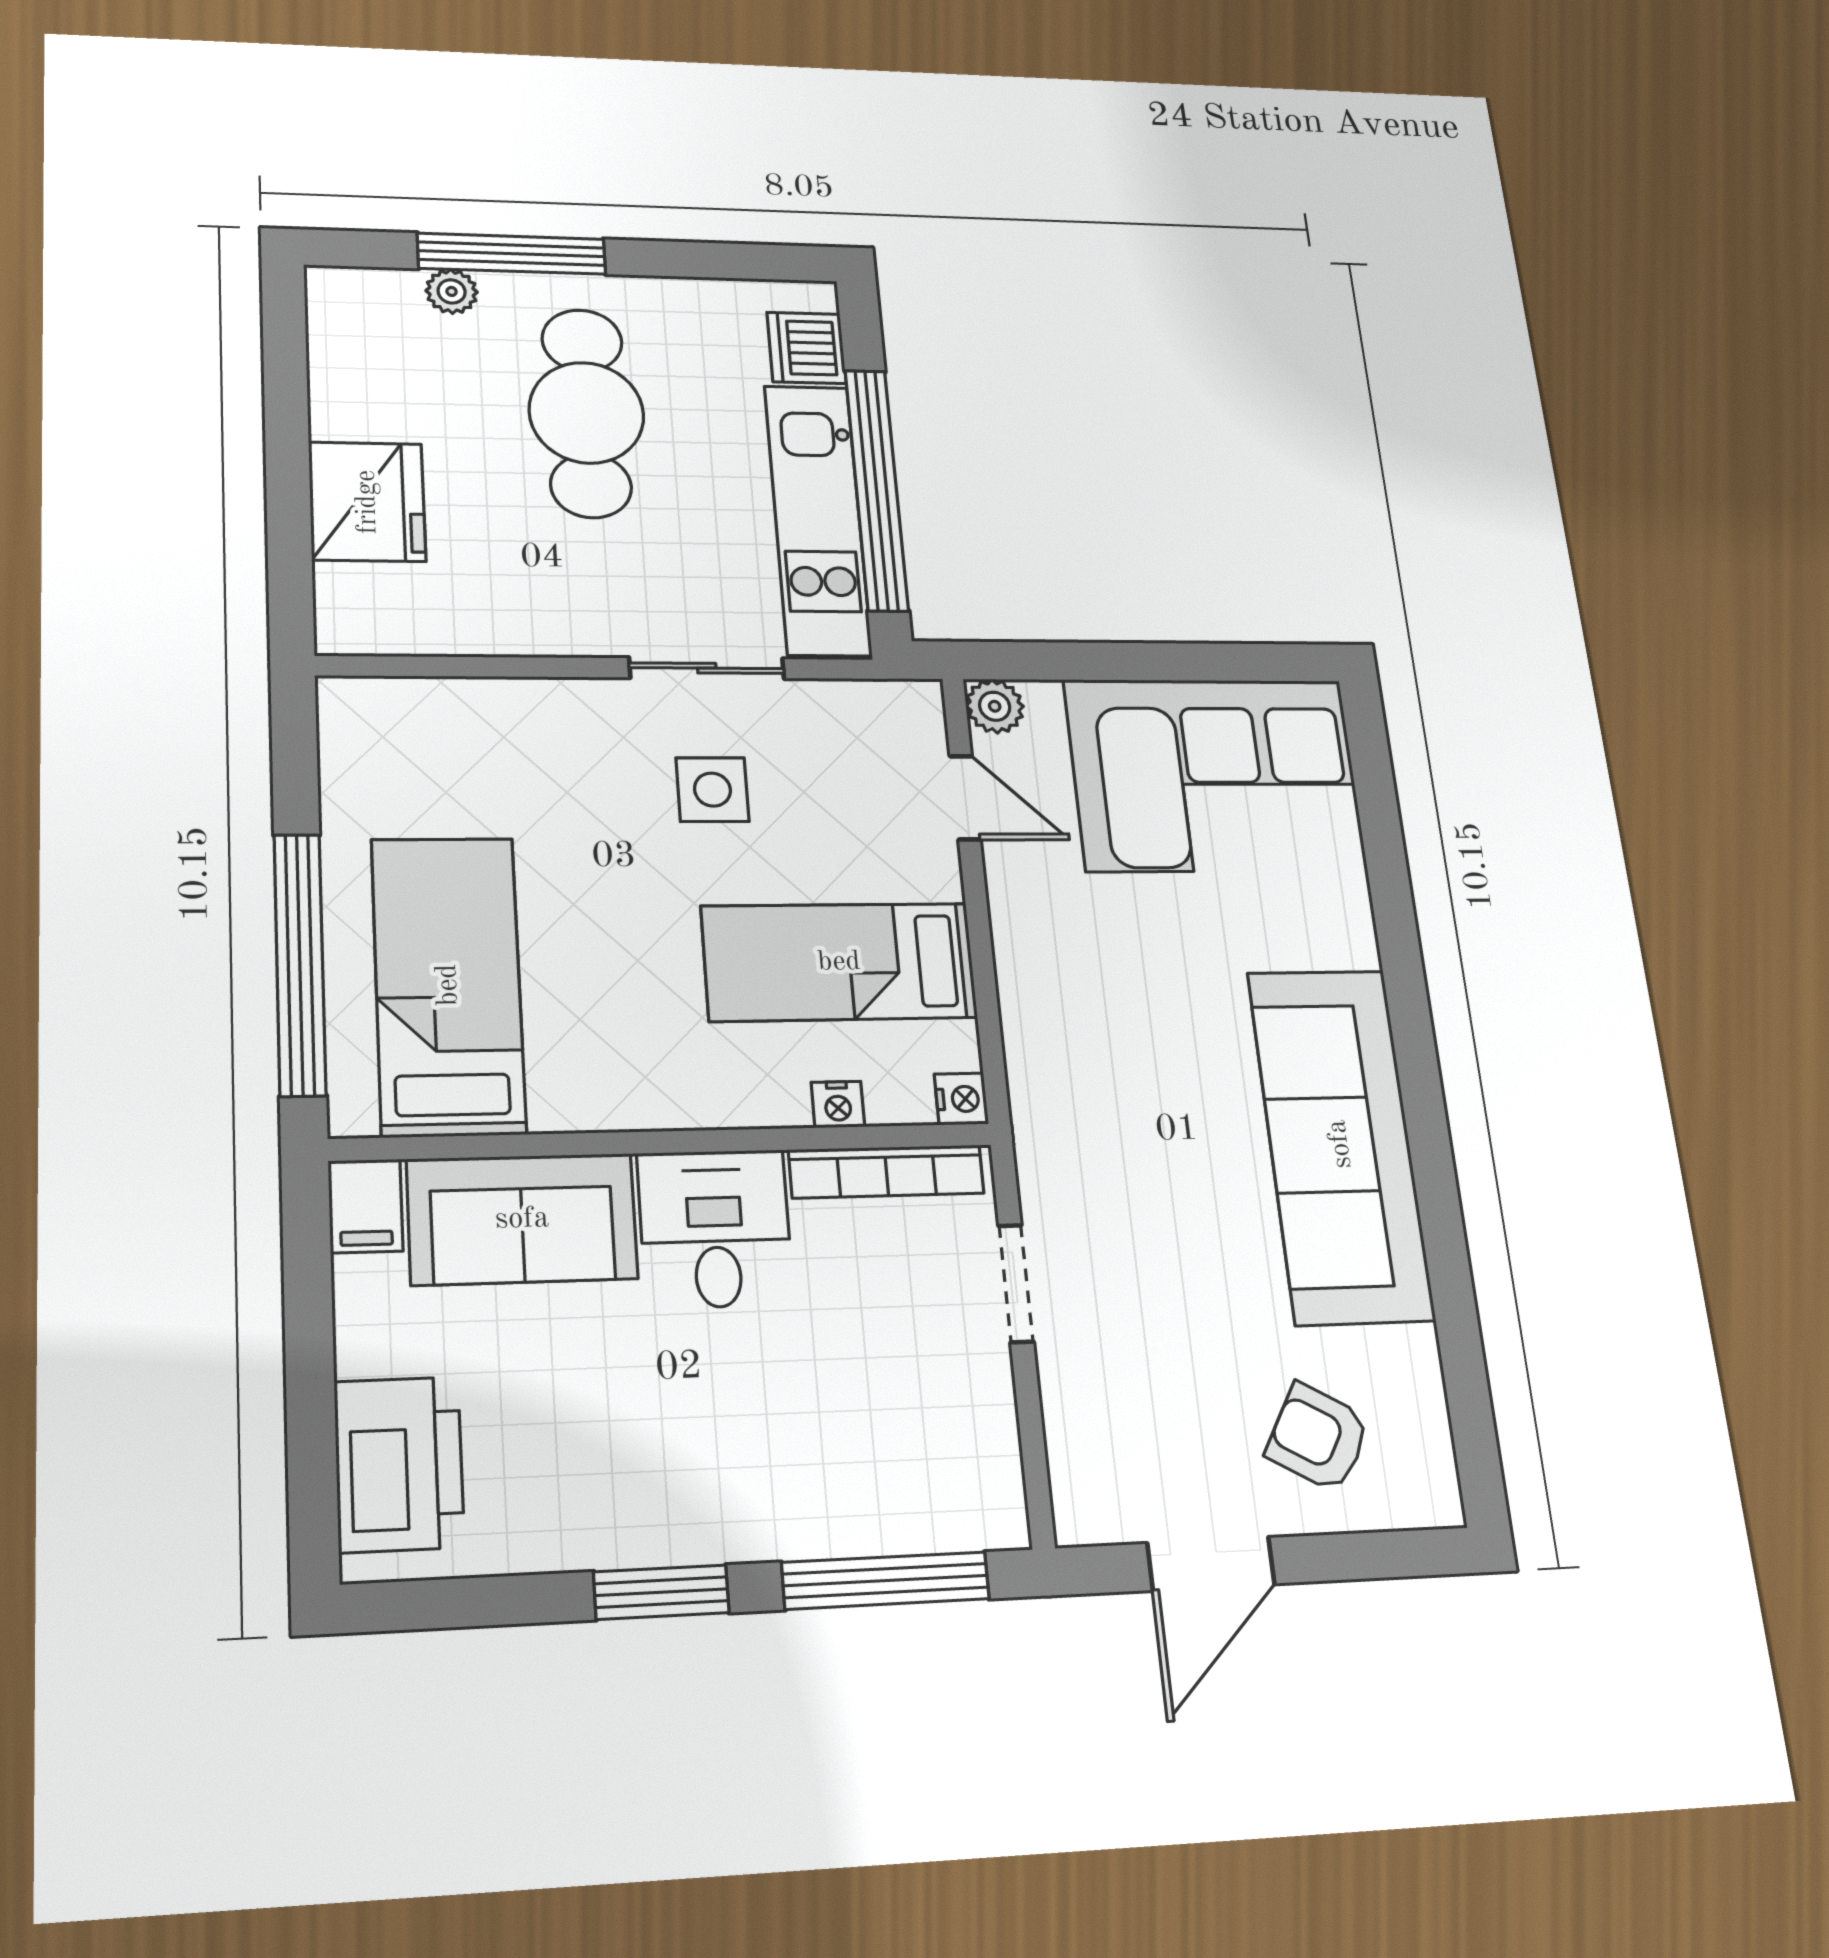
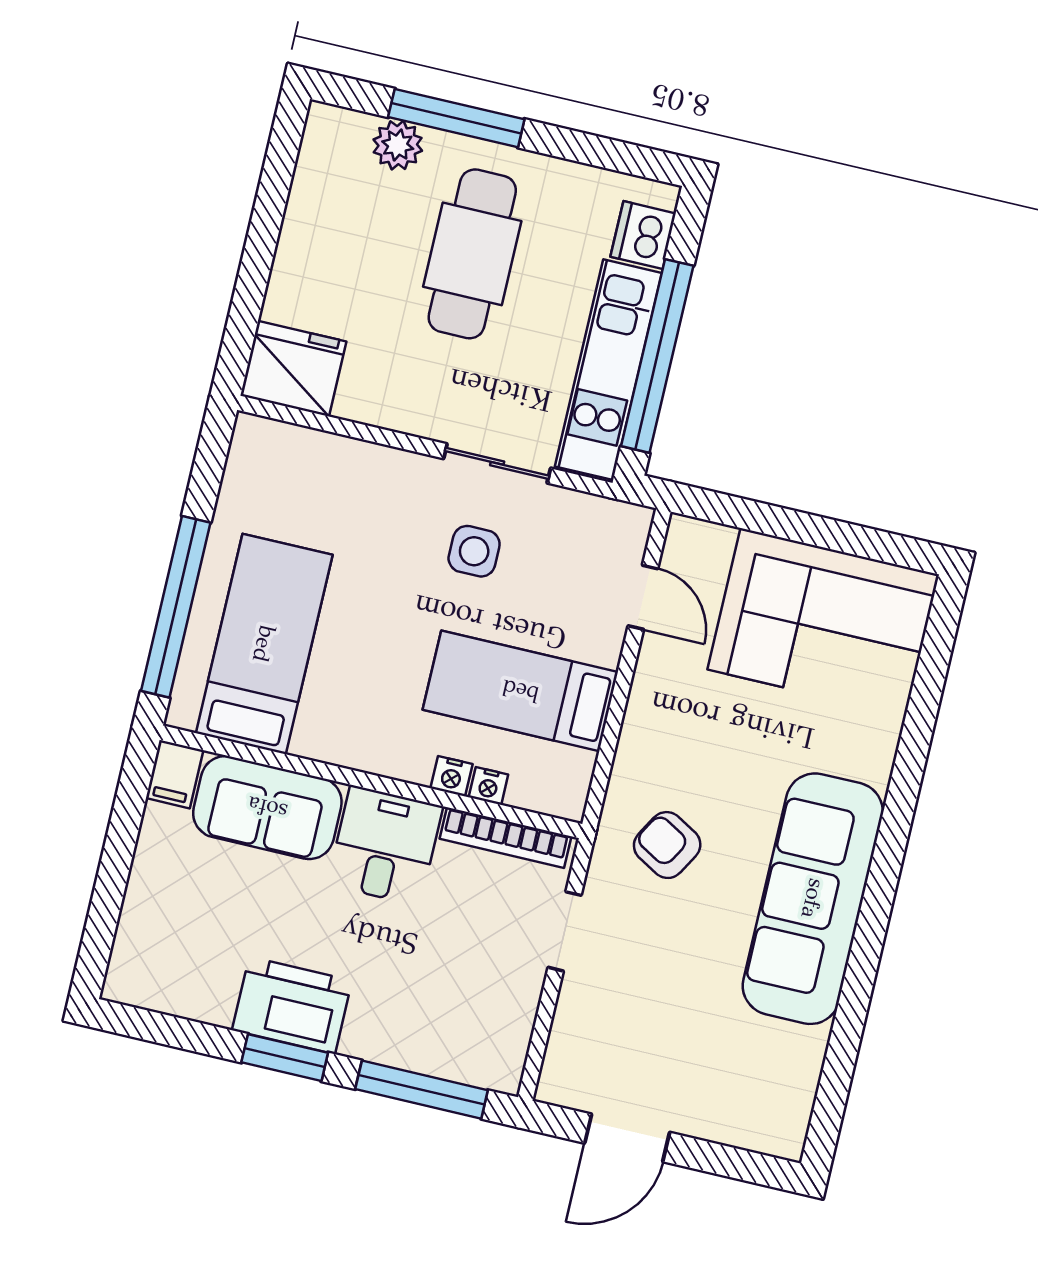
plant: (452, 291) -> (398, 145), width x1.38, depth x1.38
fridge: (367, 502) -> (293, 369), moved, turned -90
plant: (995, 706) -> (686, 536), removed
nightstand: (961, 1099) -> (452, 776), moved, turned 90
armchair: (1318, 1438) -> (667, 845), moved
printer: (399, 1464) -> (292, 1005), moved, turned -90

